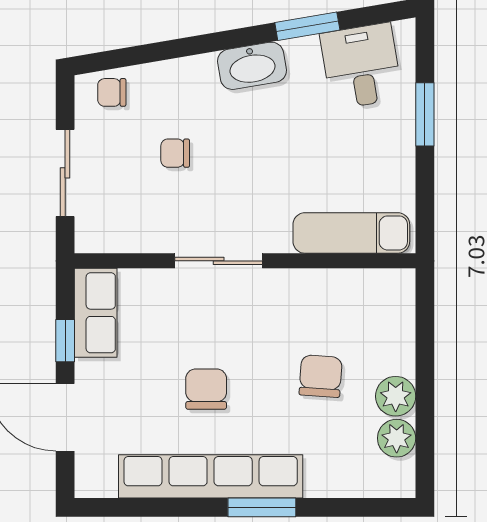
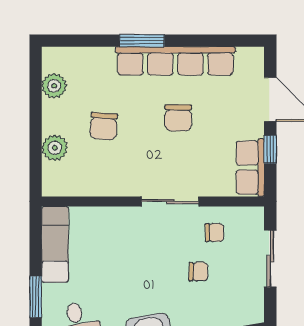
chair: (112, 92) -> (215, 233), moved
exam couch: (351, 233) -> (55, 244), moved, turned -90
plant: (396, 396) -> (55, 148), moved

